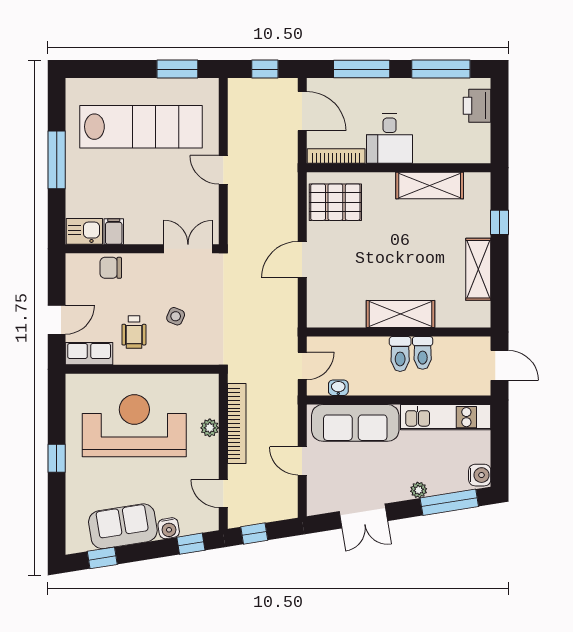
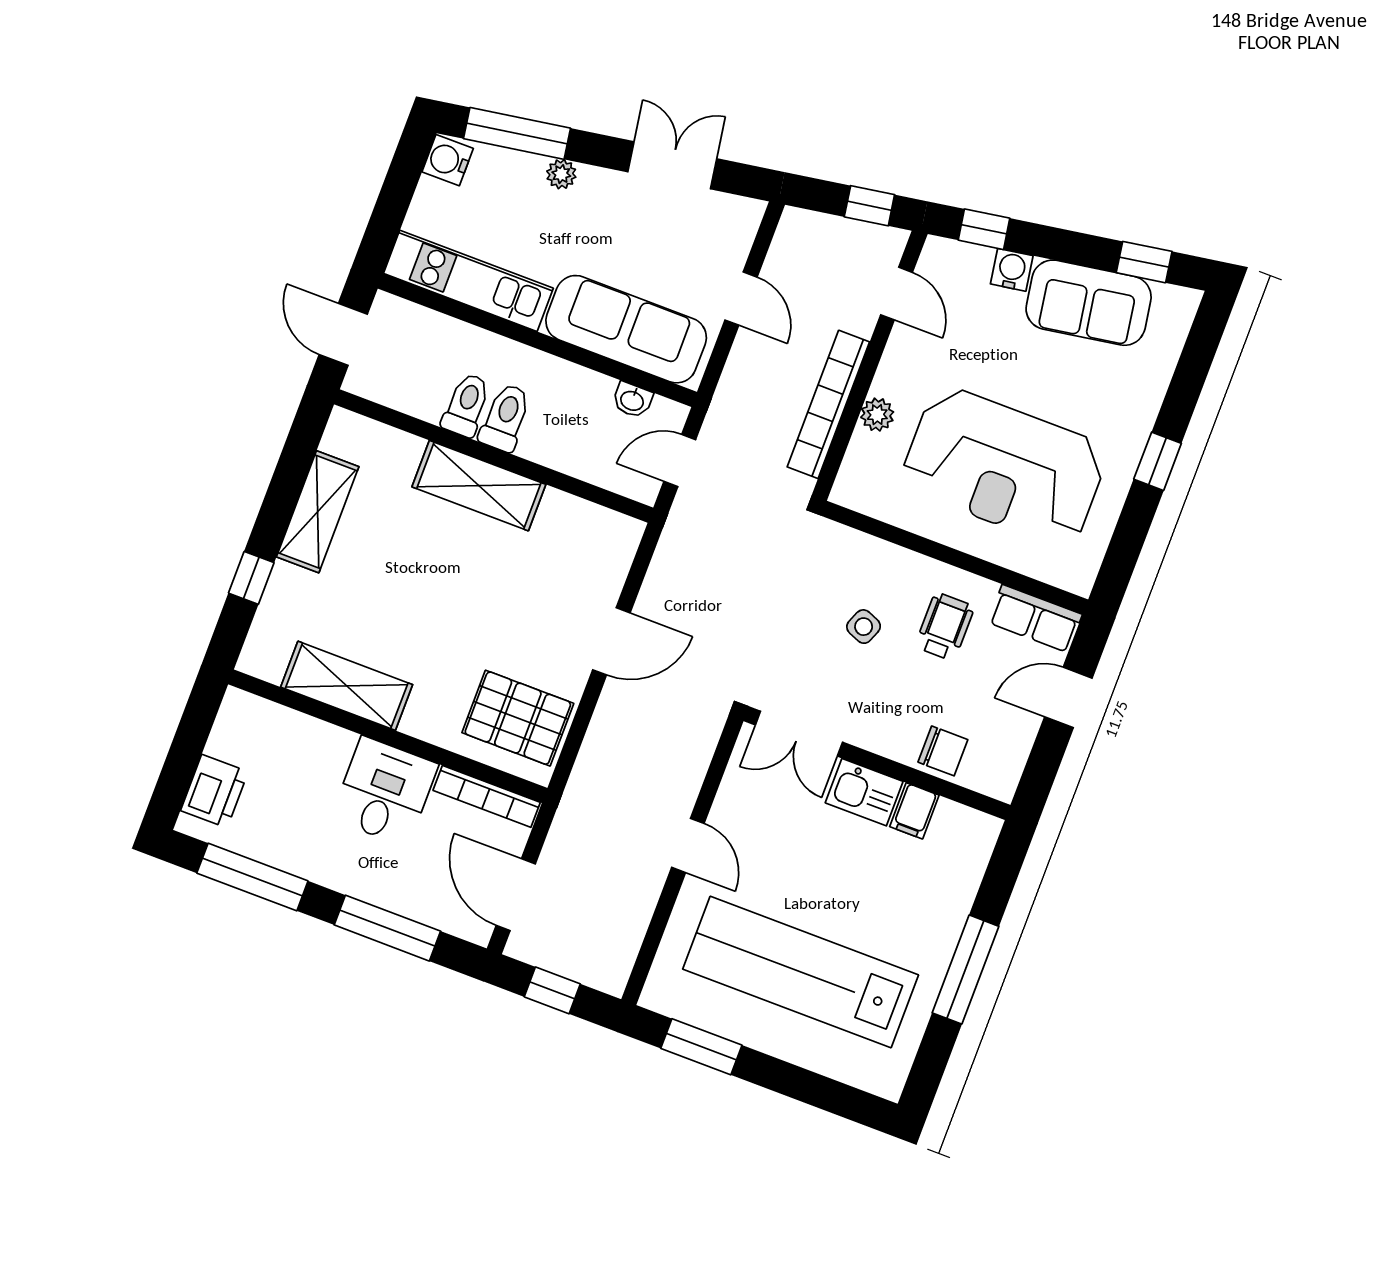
kitchen sink: (84, 231) -> (864, 792), moved

